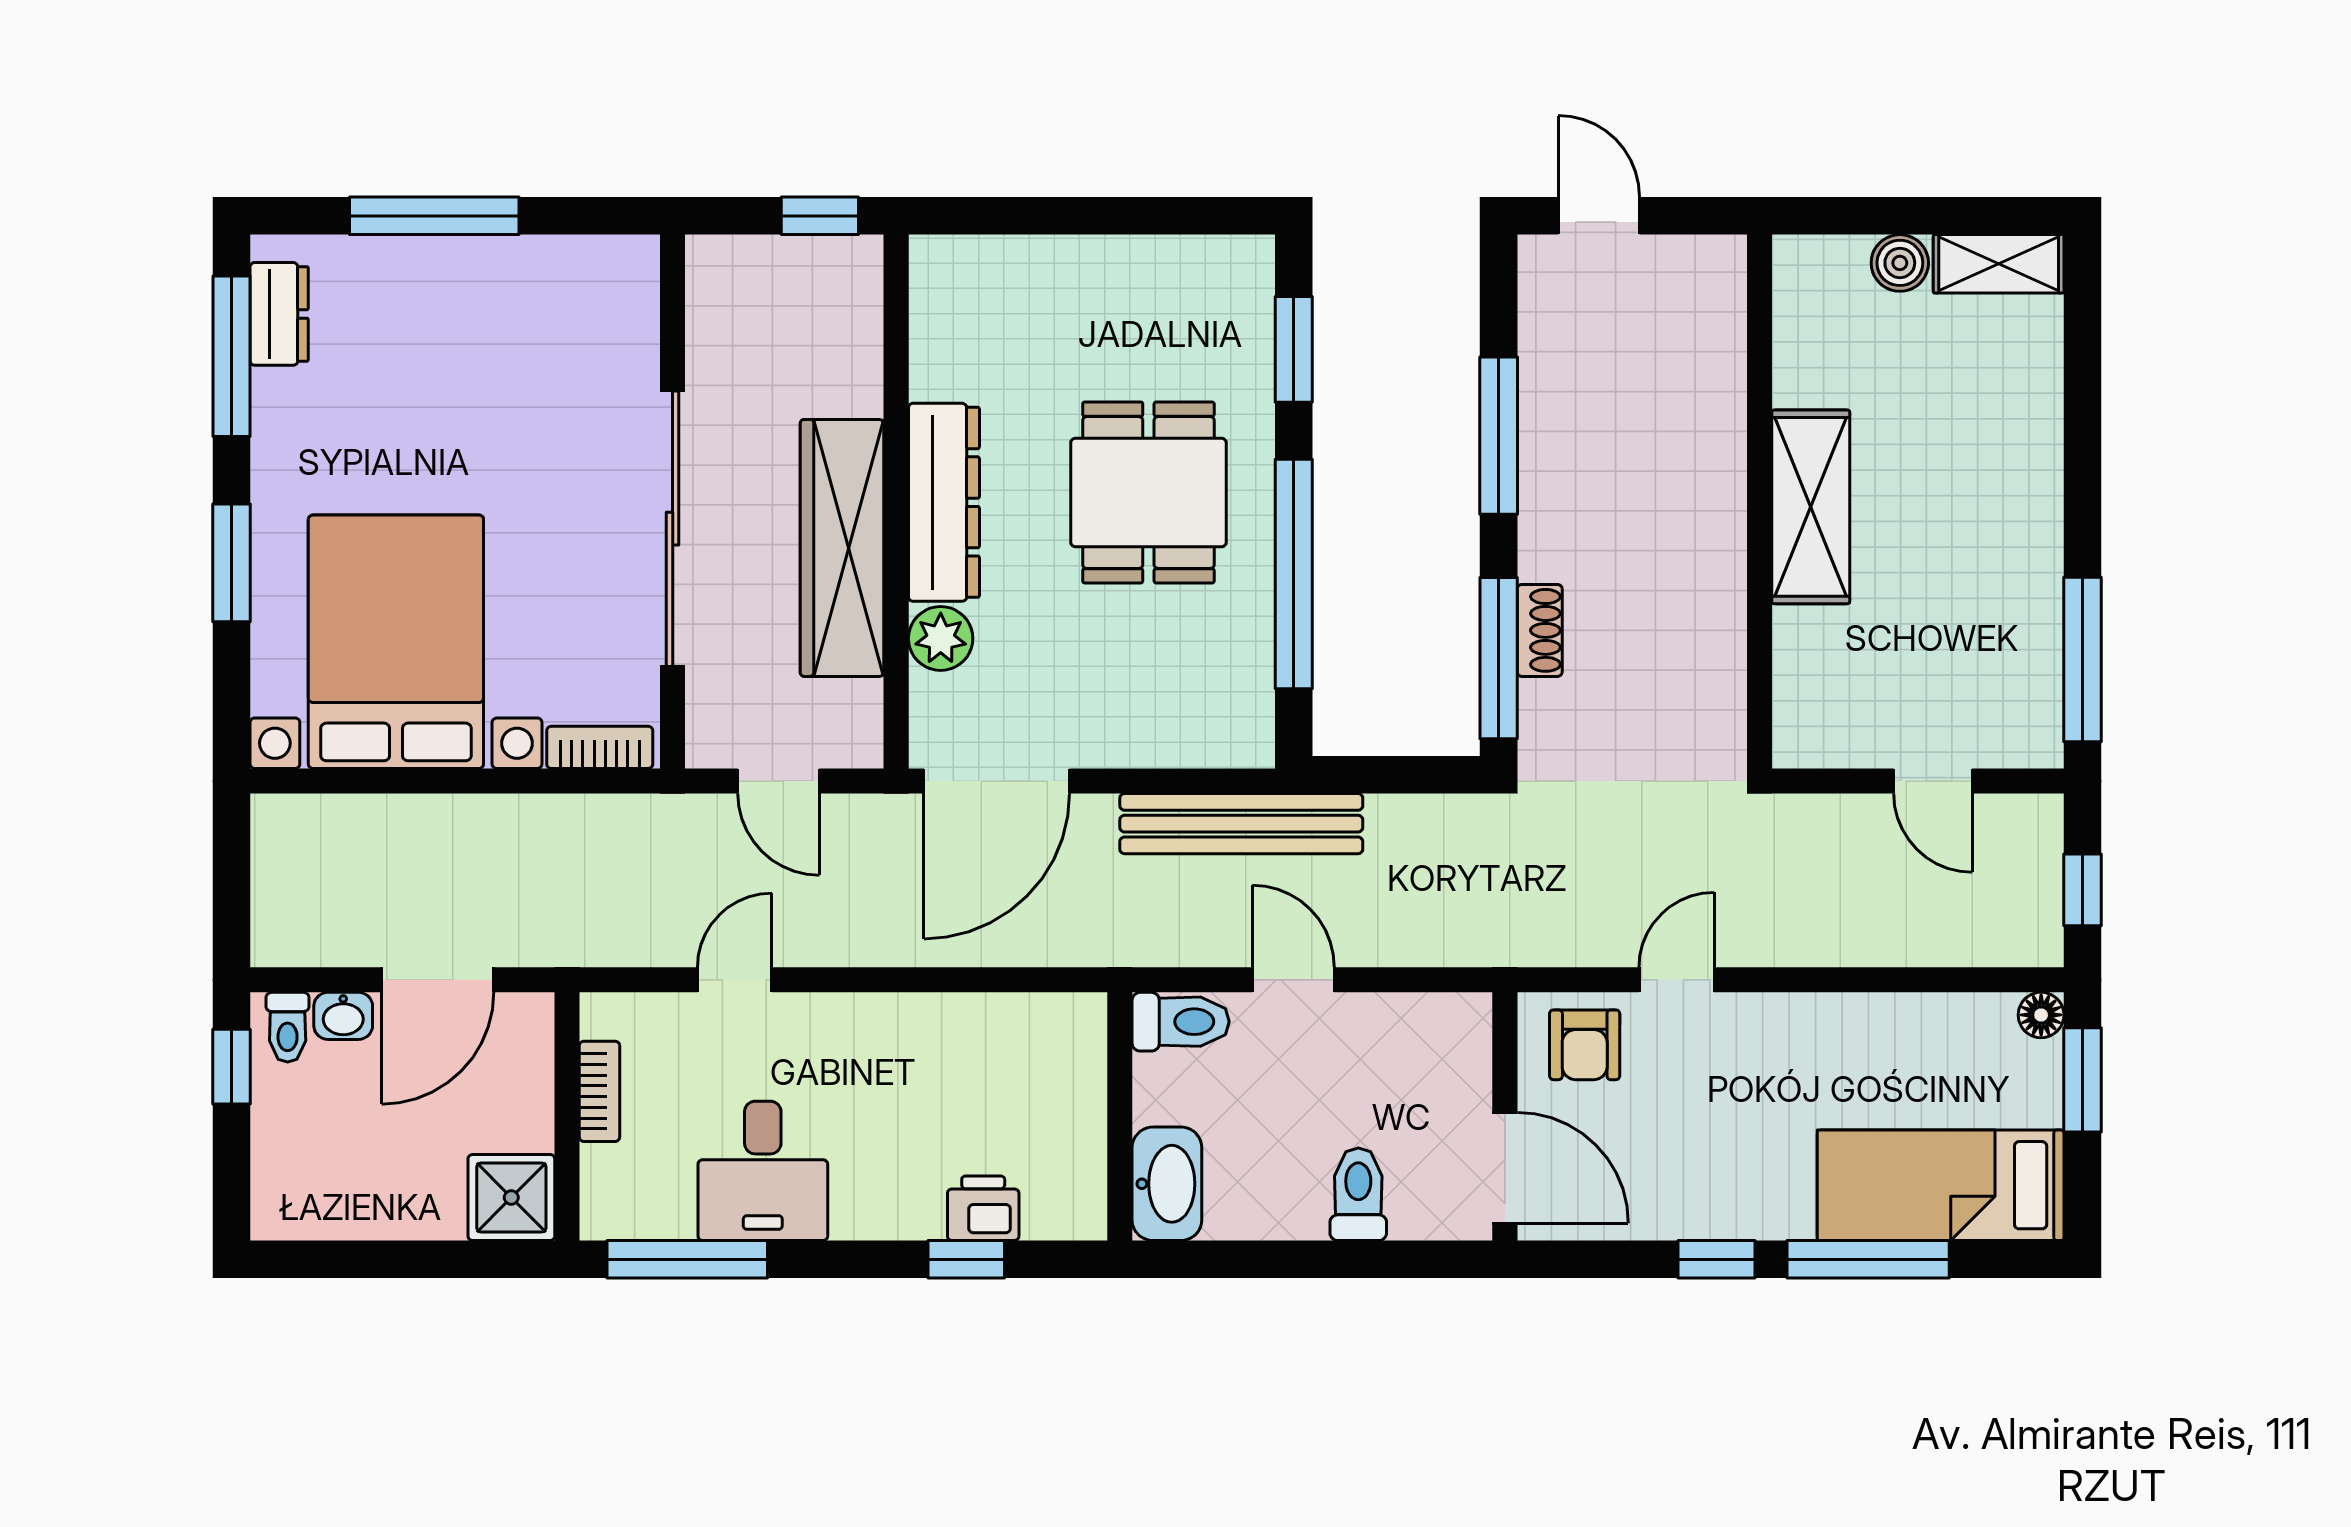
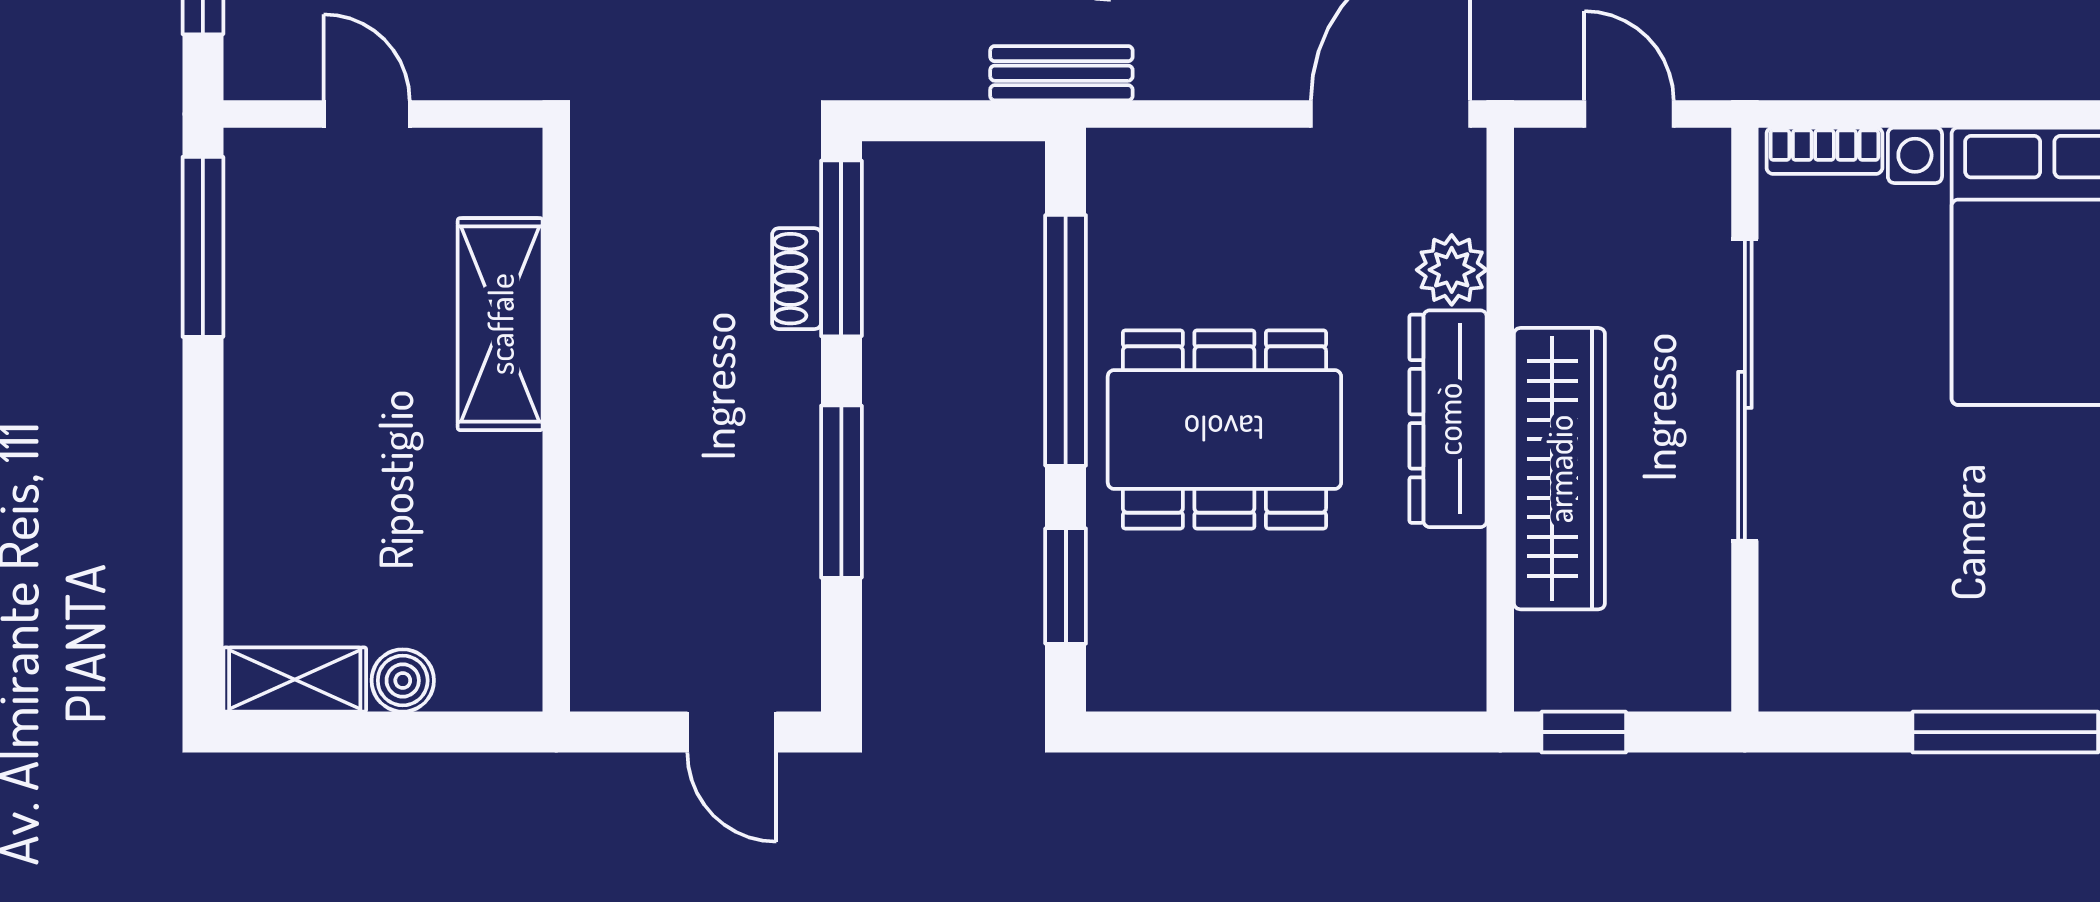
dining table: (1148, 492) -> (1224, 429), width x1.38
shelving: (1811, 507) -> (500, 324), moved
wardrobe: (842, 548) -> (1559, 469), moved
bench: (1241, 824) -> (1061, 73), width x0.54, depth x0.82

